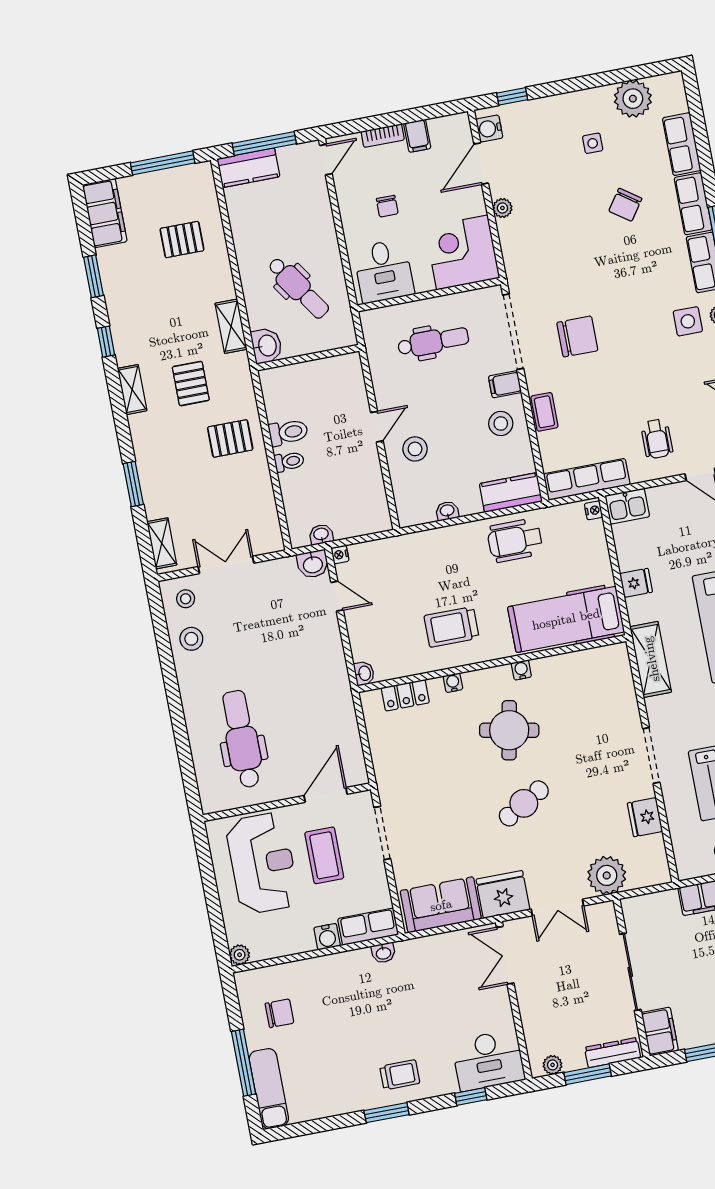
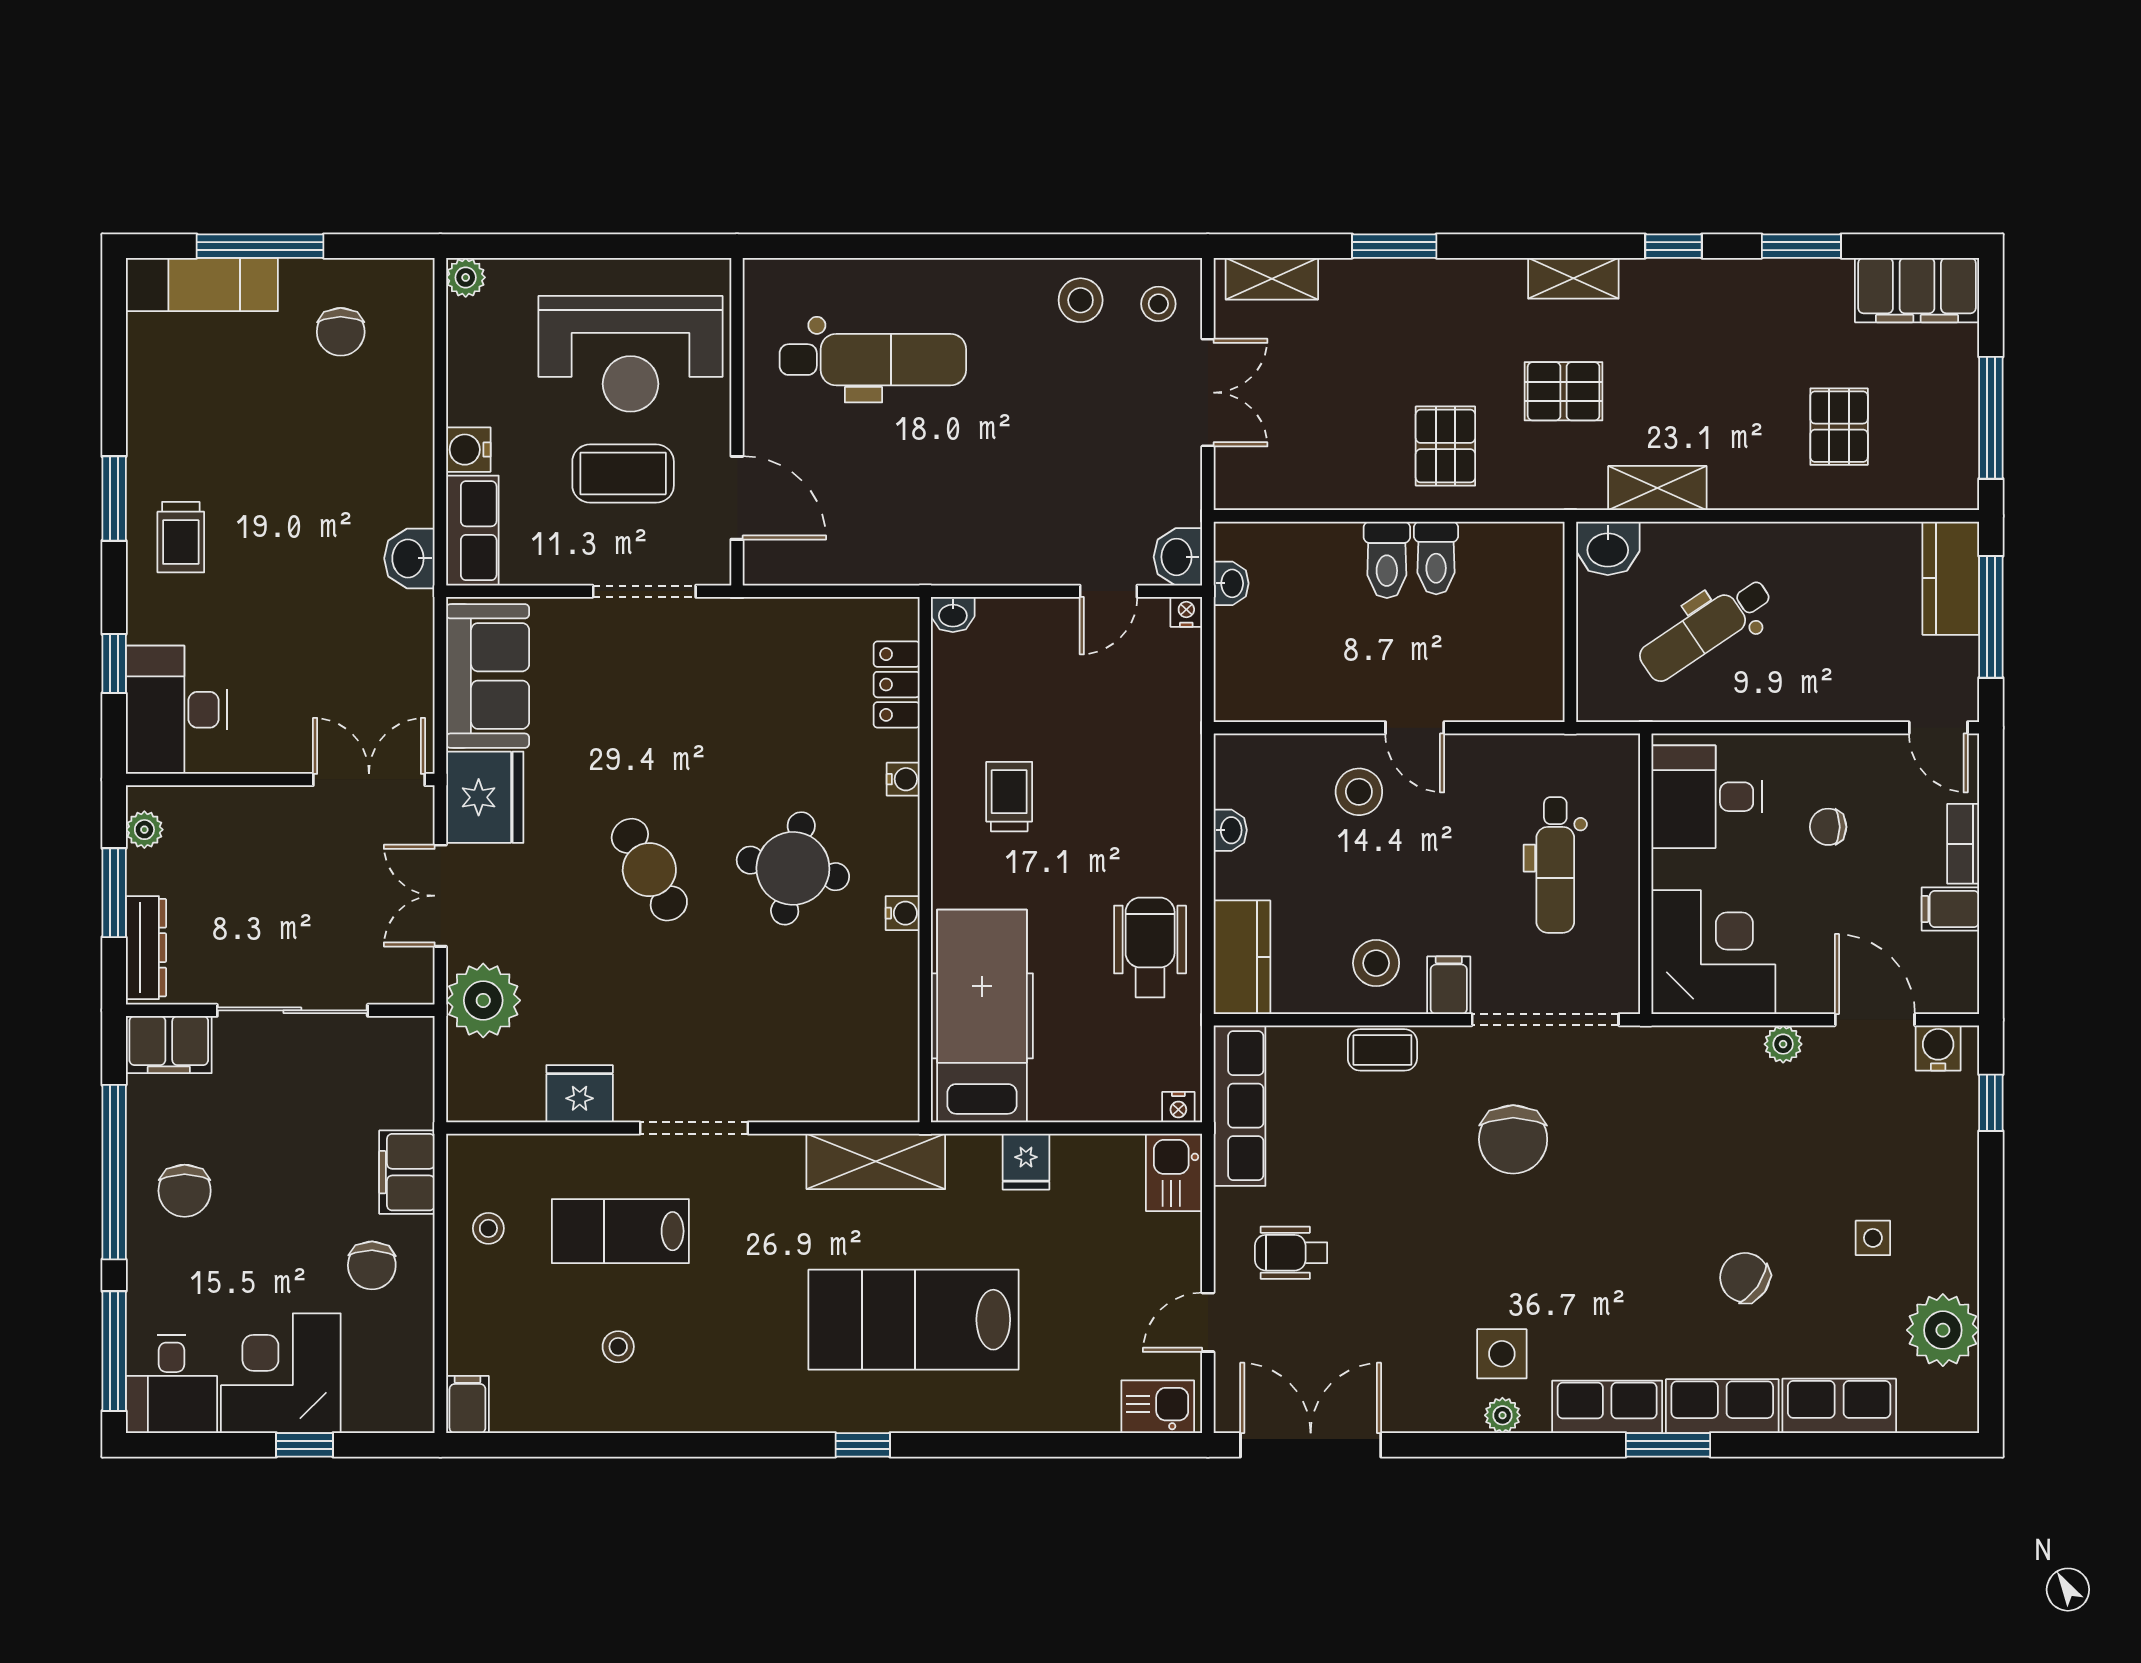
toilet: (289, 462) -> (1387, 560), width x1.37, depth x1.39
trolley: (451, 627) -> (1009, 797), width x0.73, depth x0.72
washbasin: (383, 953) -> (409, 558), width x1.38, depth x1.45

